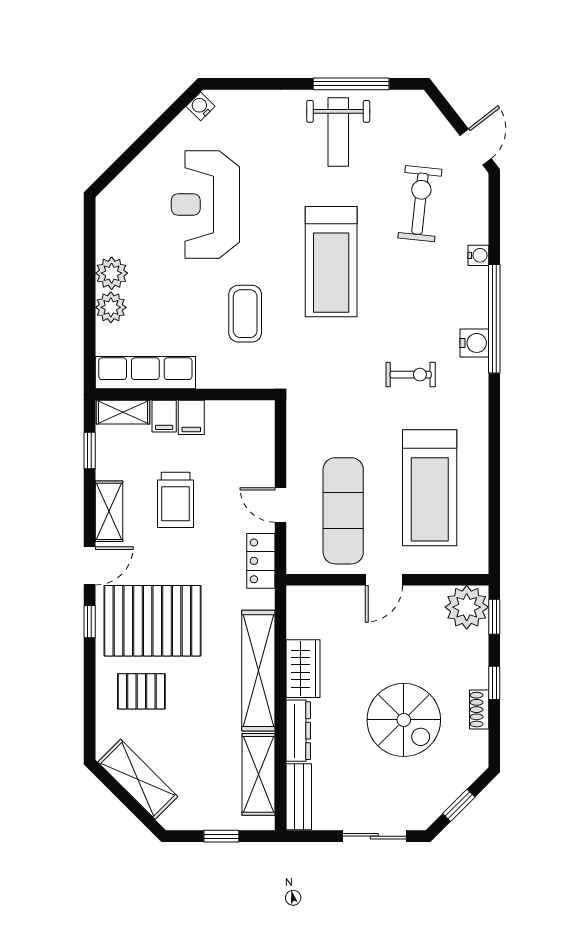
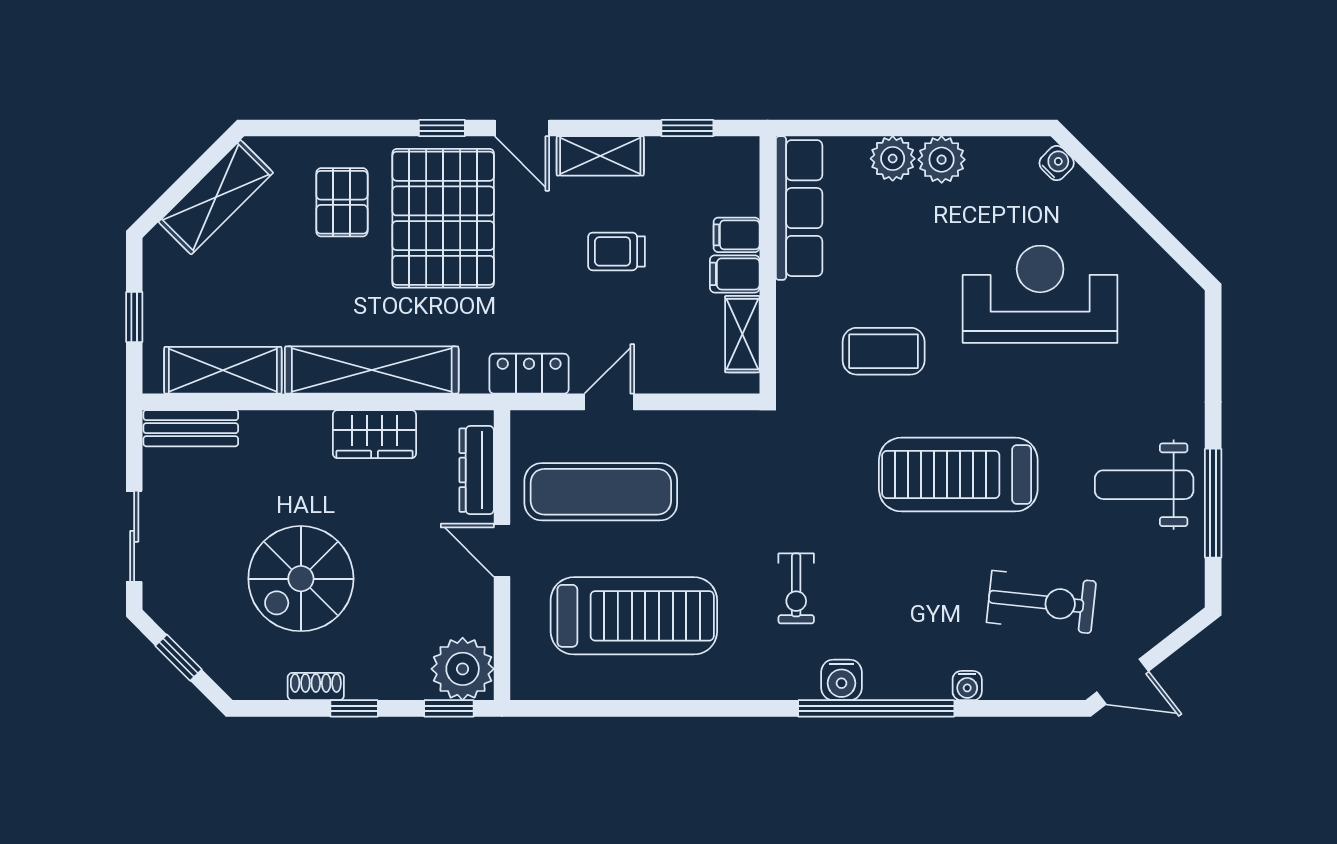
water cooler: (201, 106) -> (1057, 163), moved
shelving: (123, 412) -> (742, 334), moved
treadmill: (430, 488) -> (634, 616), turned 180
trolley: (176, 500) -> (617, 251), width x0.73, depth x0.72
dresser: (298, 731) -> (477, 470), moved, turned 90

